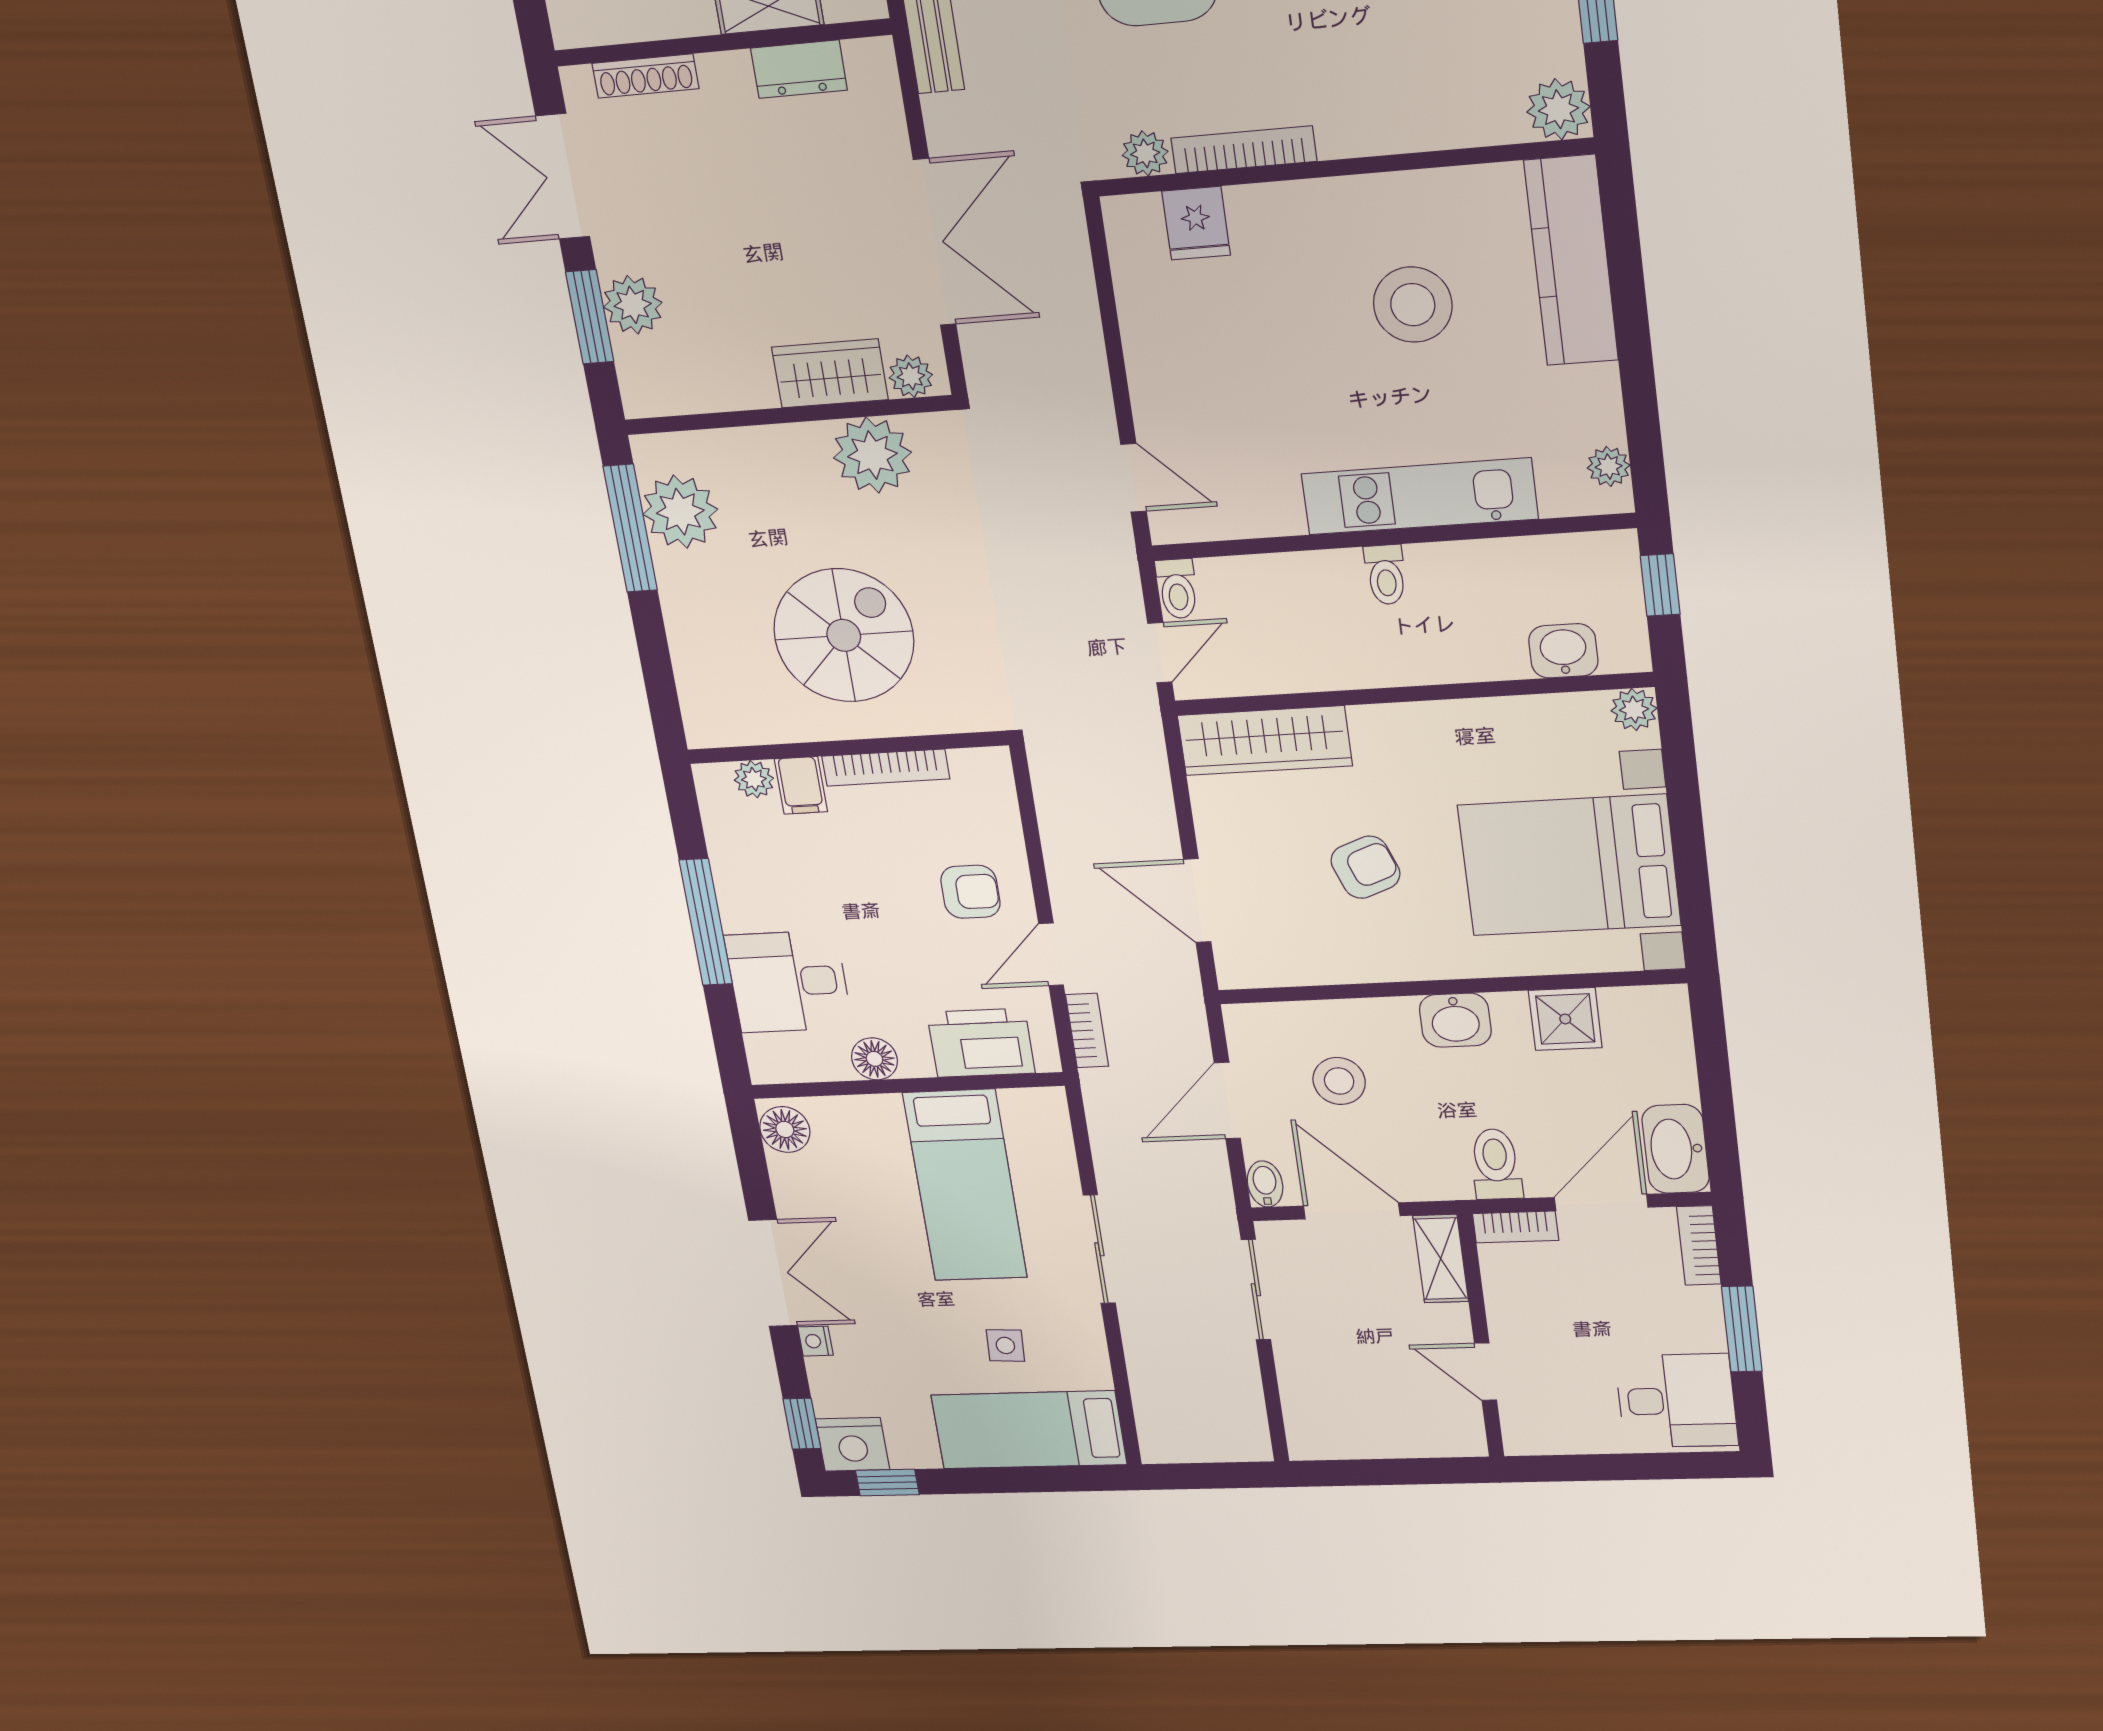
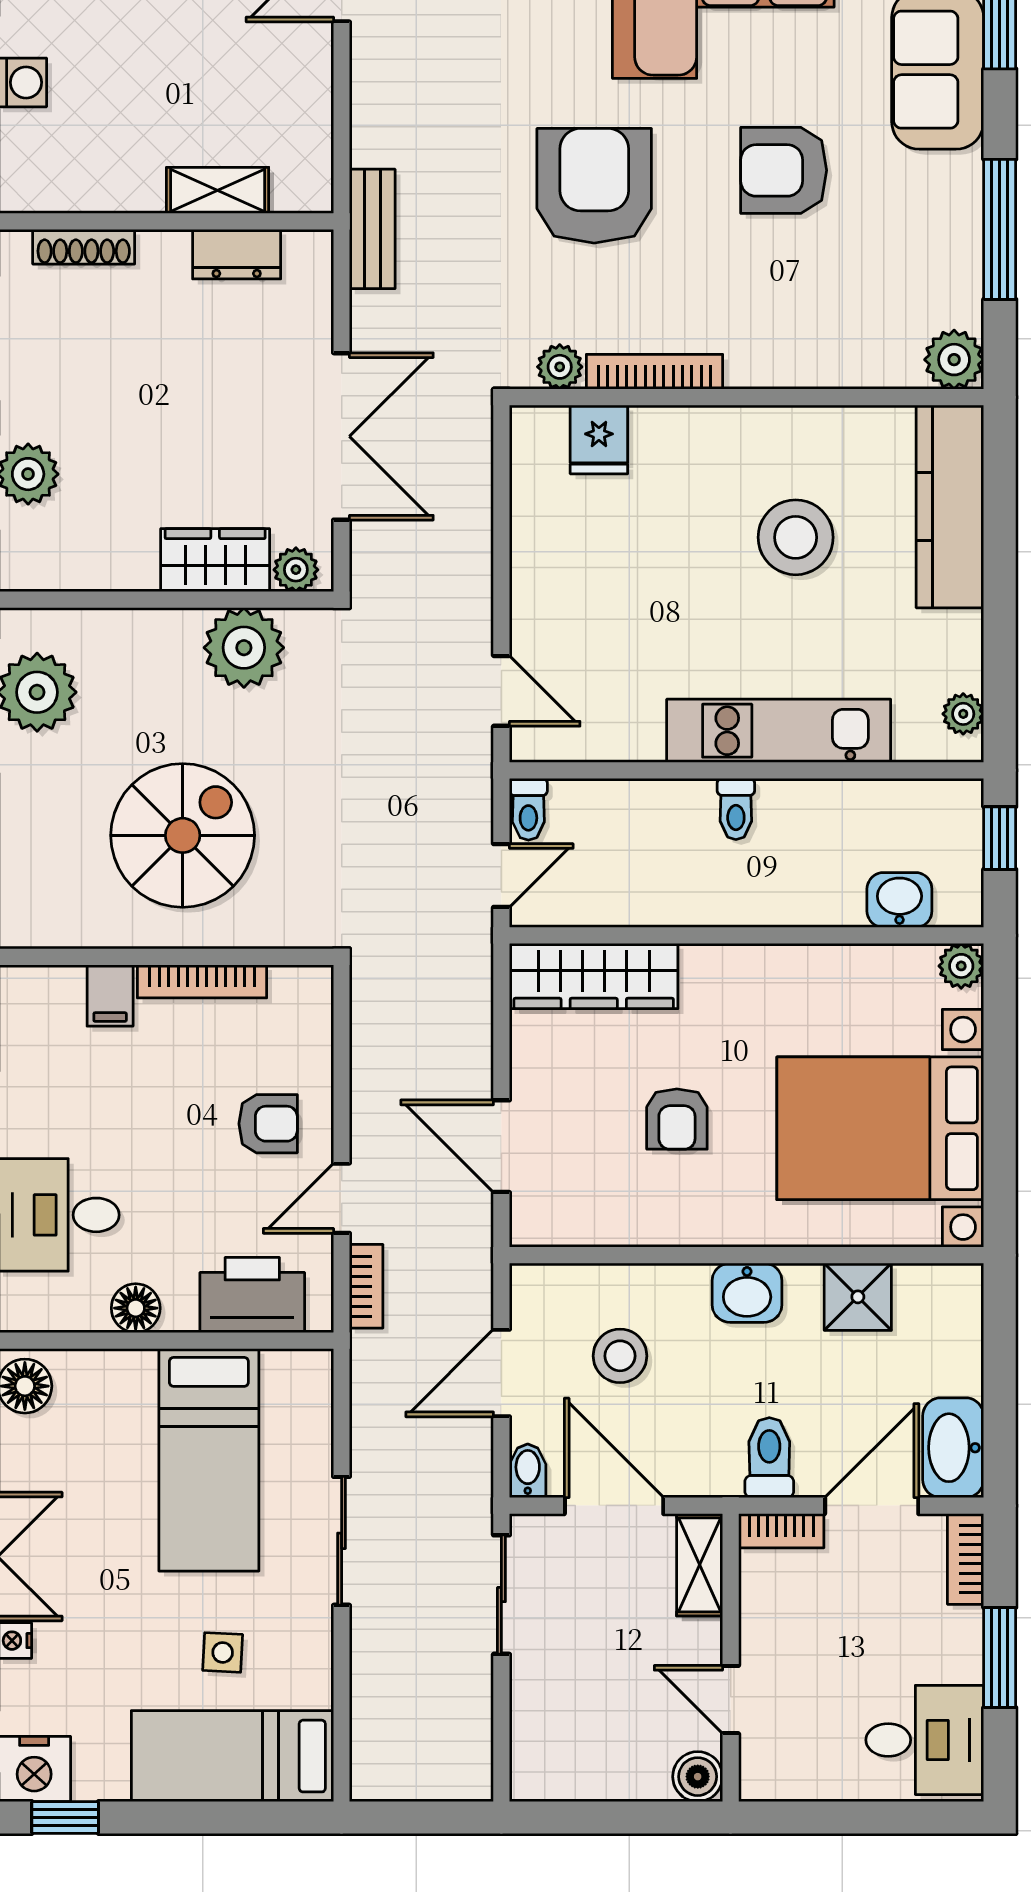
plant: (754, 779) -> (62, 986), removed
armchair: (1365, 867) -> (677, 1119), turned 111
boiler: (1463, 1436) -> (698, 1777), added

